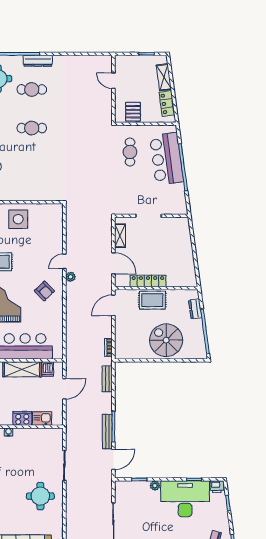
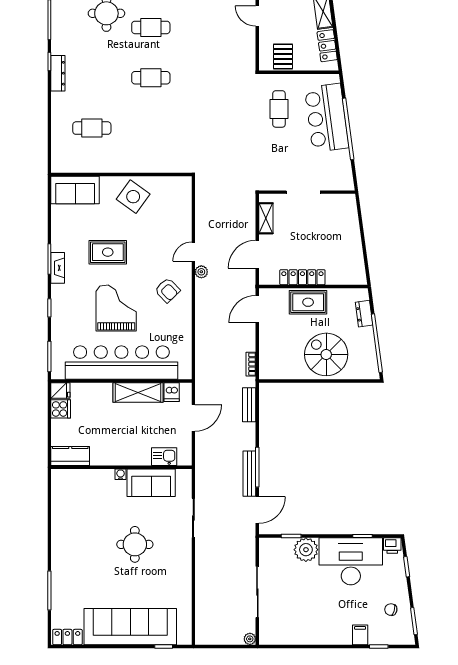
side table: (18, 219) -> (133, 197), turned 36
door: (113, 263) -> (257, 254), swing flipped
cooker: (22, 418) -> (138, 456), removed
sofa: (32, 439) -> (151, 483), added
plant: (155, 486) -> (306, 550), width x1.88, depth x1.88
round table: (40, 496) -> (135, 544), moved

